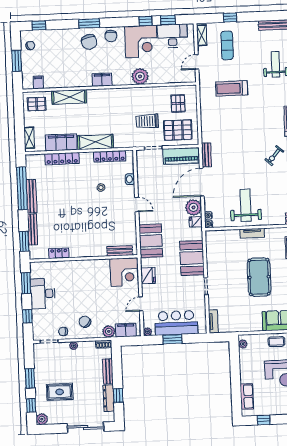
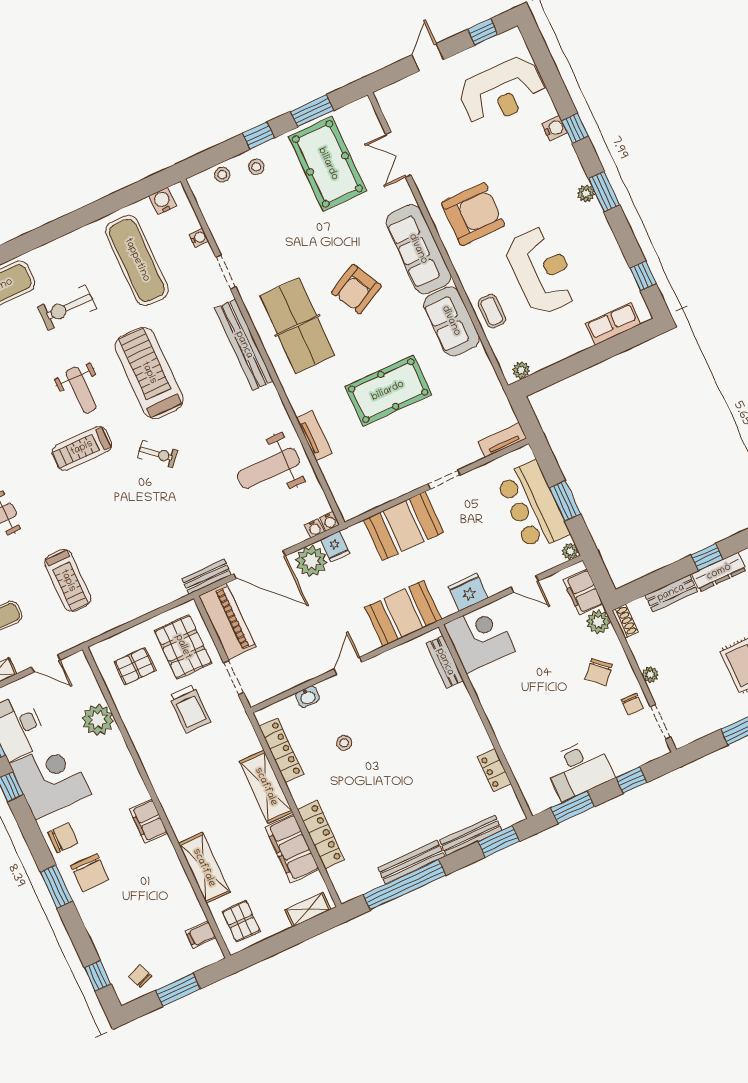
chair: (89, 42) -> (90, 873), turned 105
plant: (140, 76) -> (98, 720), moved

